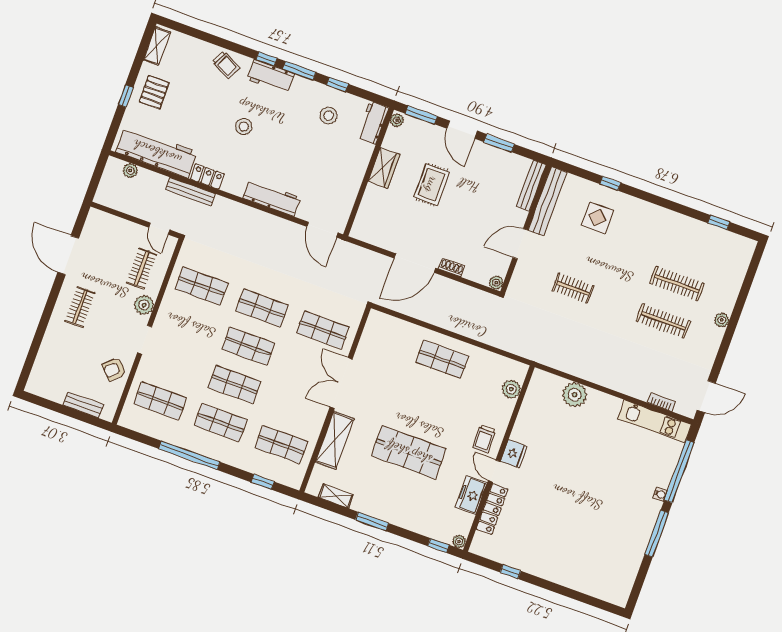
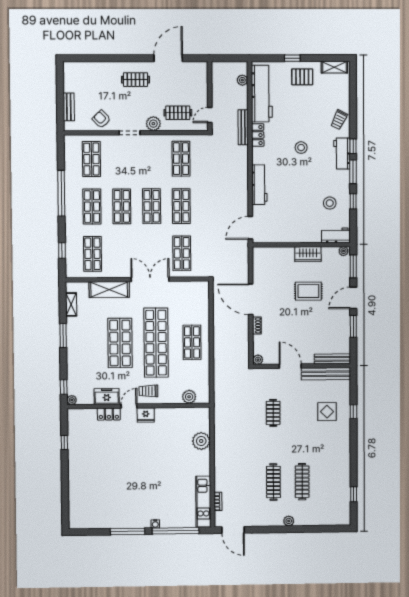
shop shelf: (425, 406) -> (156, 343), added
locker: (492, 509) -> (109, 414), width x0.66

